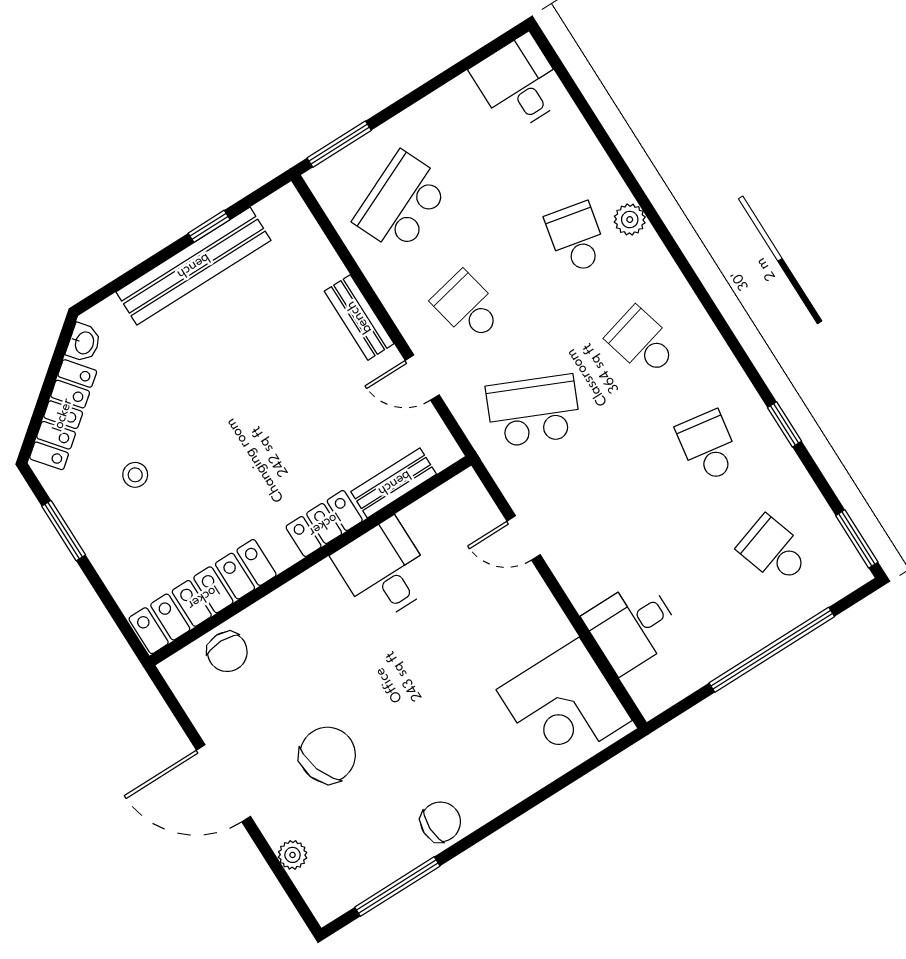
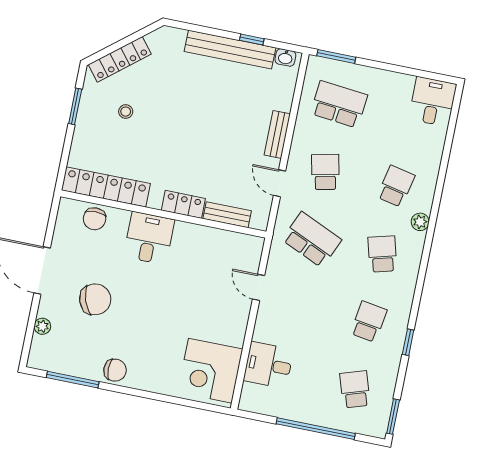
school desk: (402, 202) -> (339, 104), turned 30
plant: (630, 220) -> (420, 222), moved
washbasin: (84, 343) -> (285, 58), moved, turned 39
desk: (384, 570) -> (149, 238), moved

